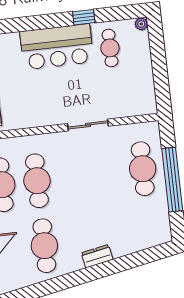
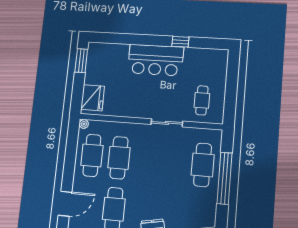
plant: (141, 24) -> (223, 54), removed
cafe table: (110, 48) -> (202, 100), moved

